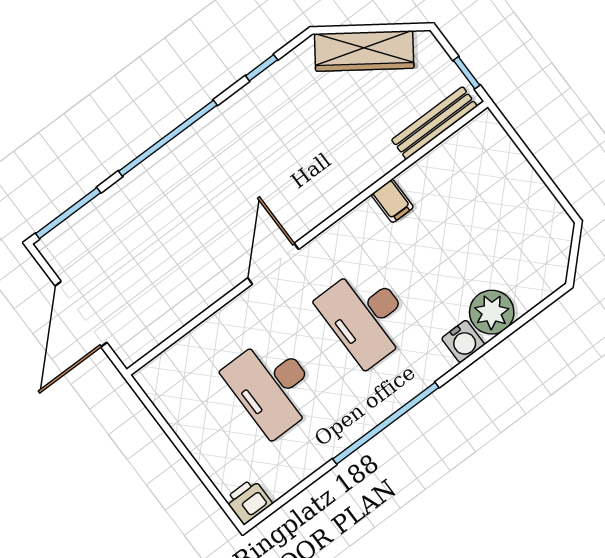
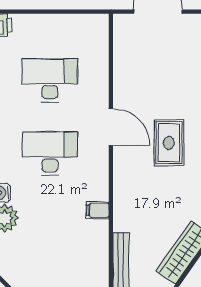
rug: (238, 175) -> (169, 143), added

